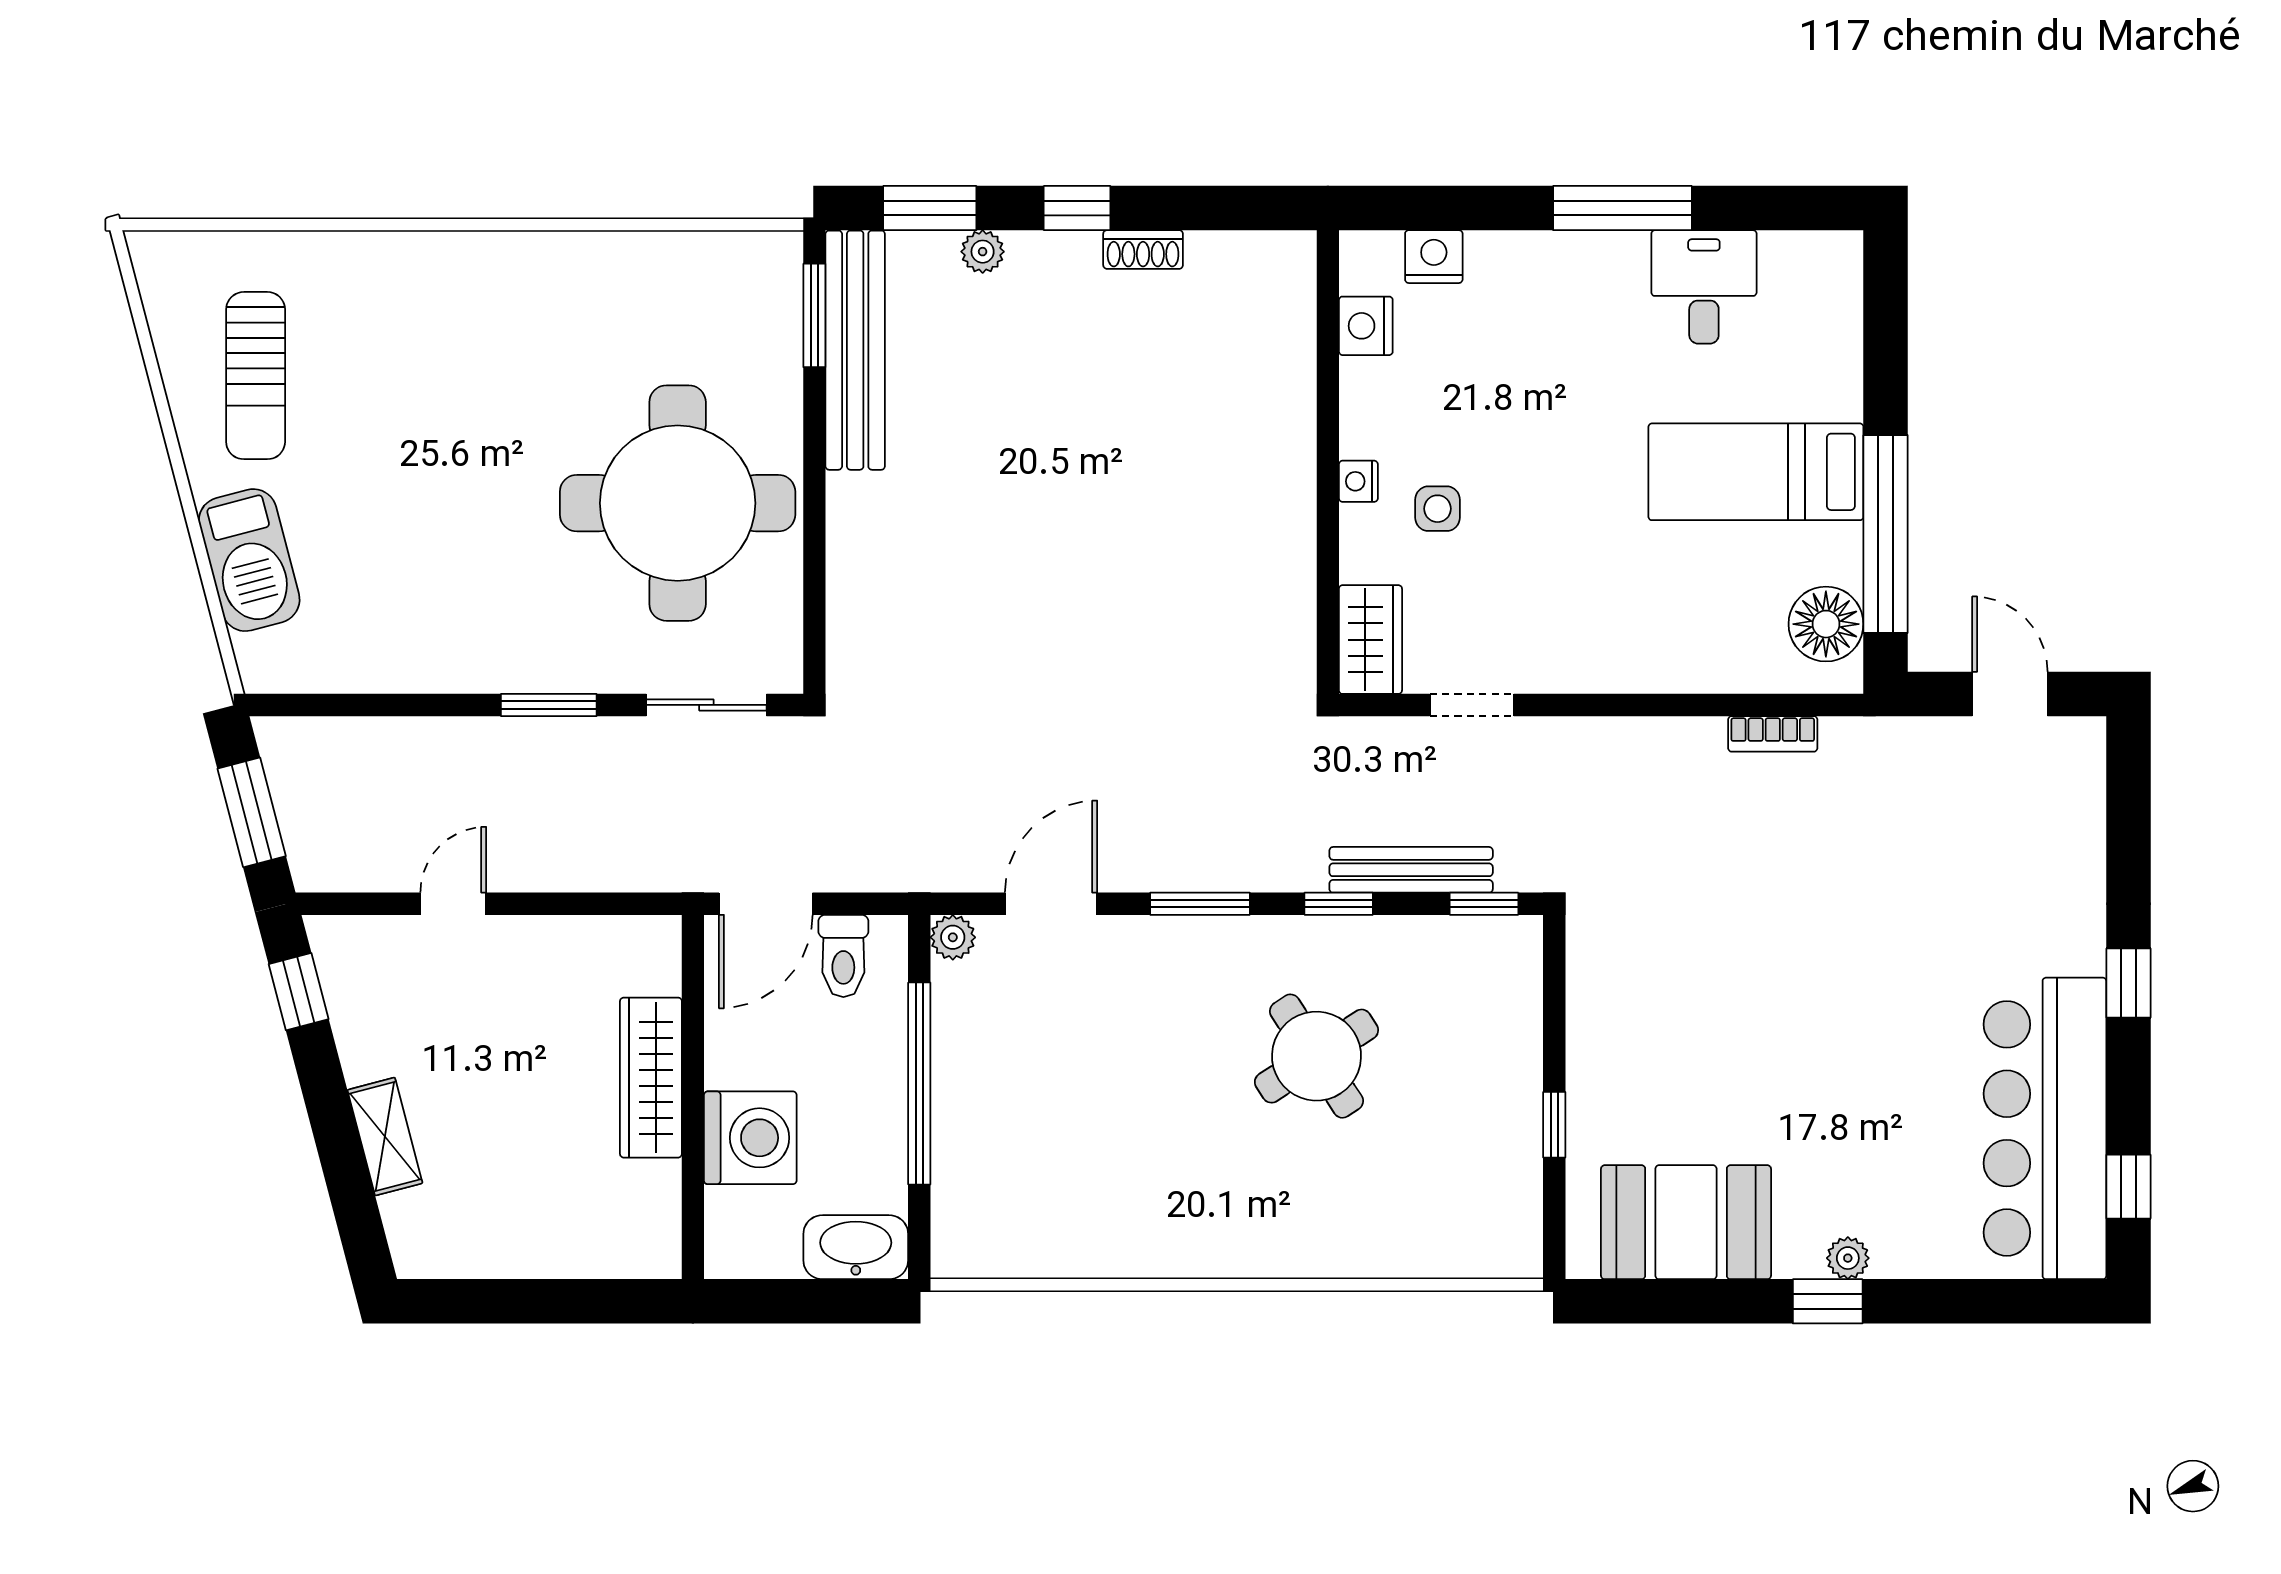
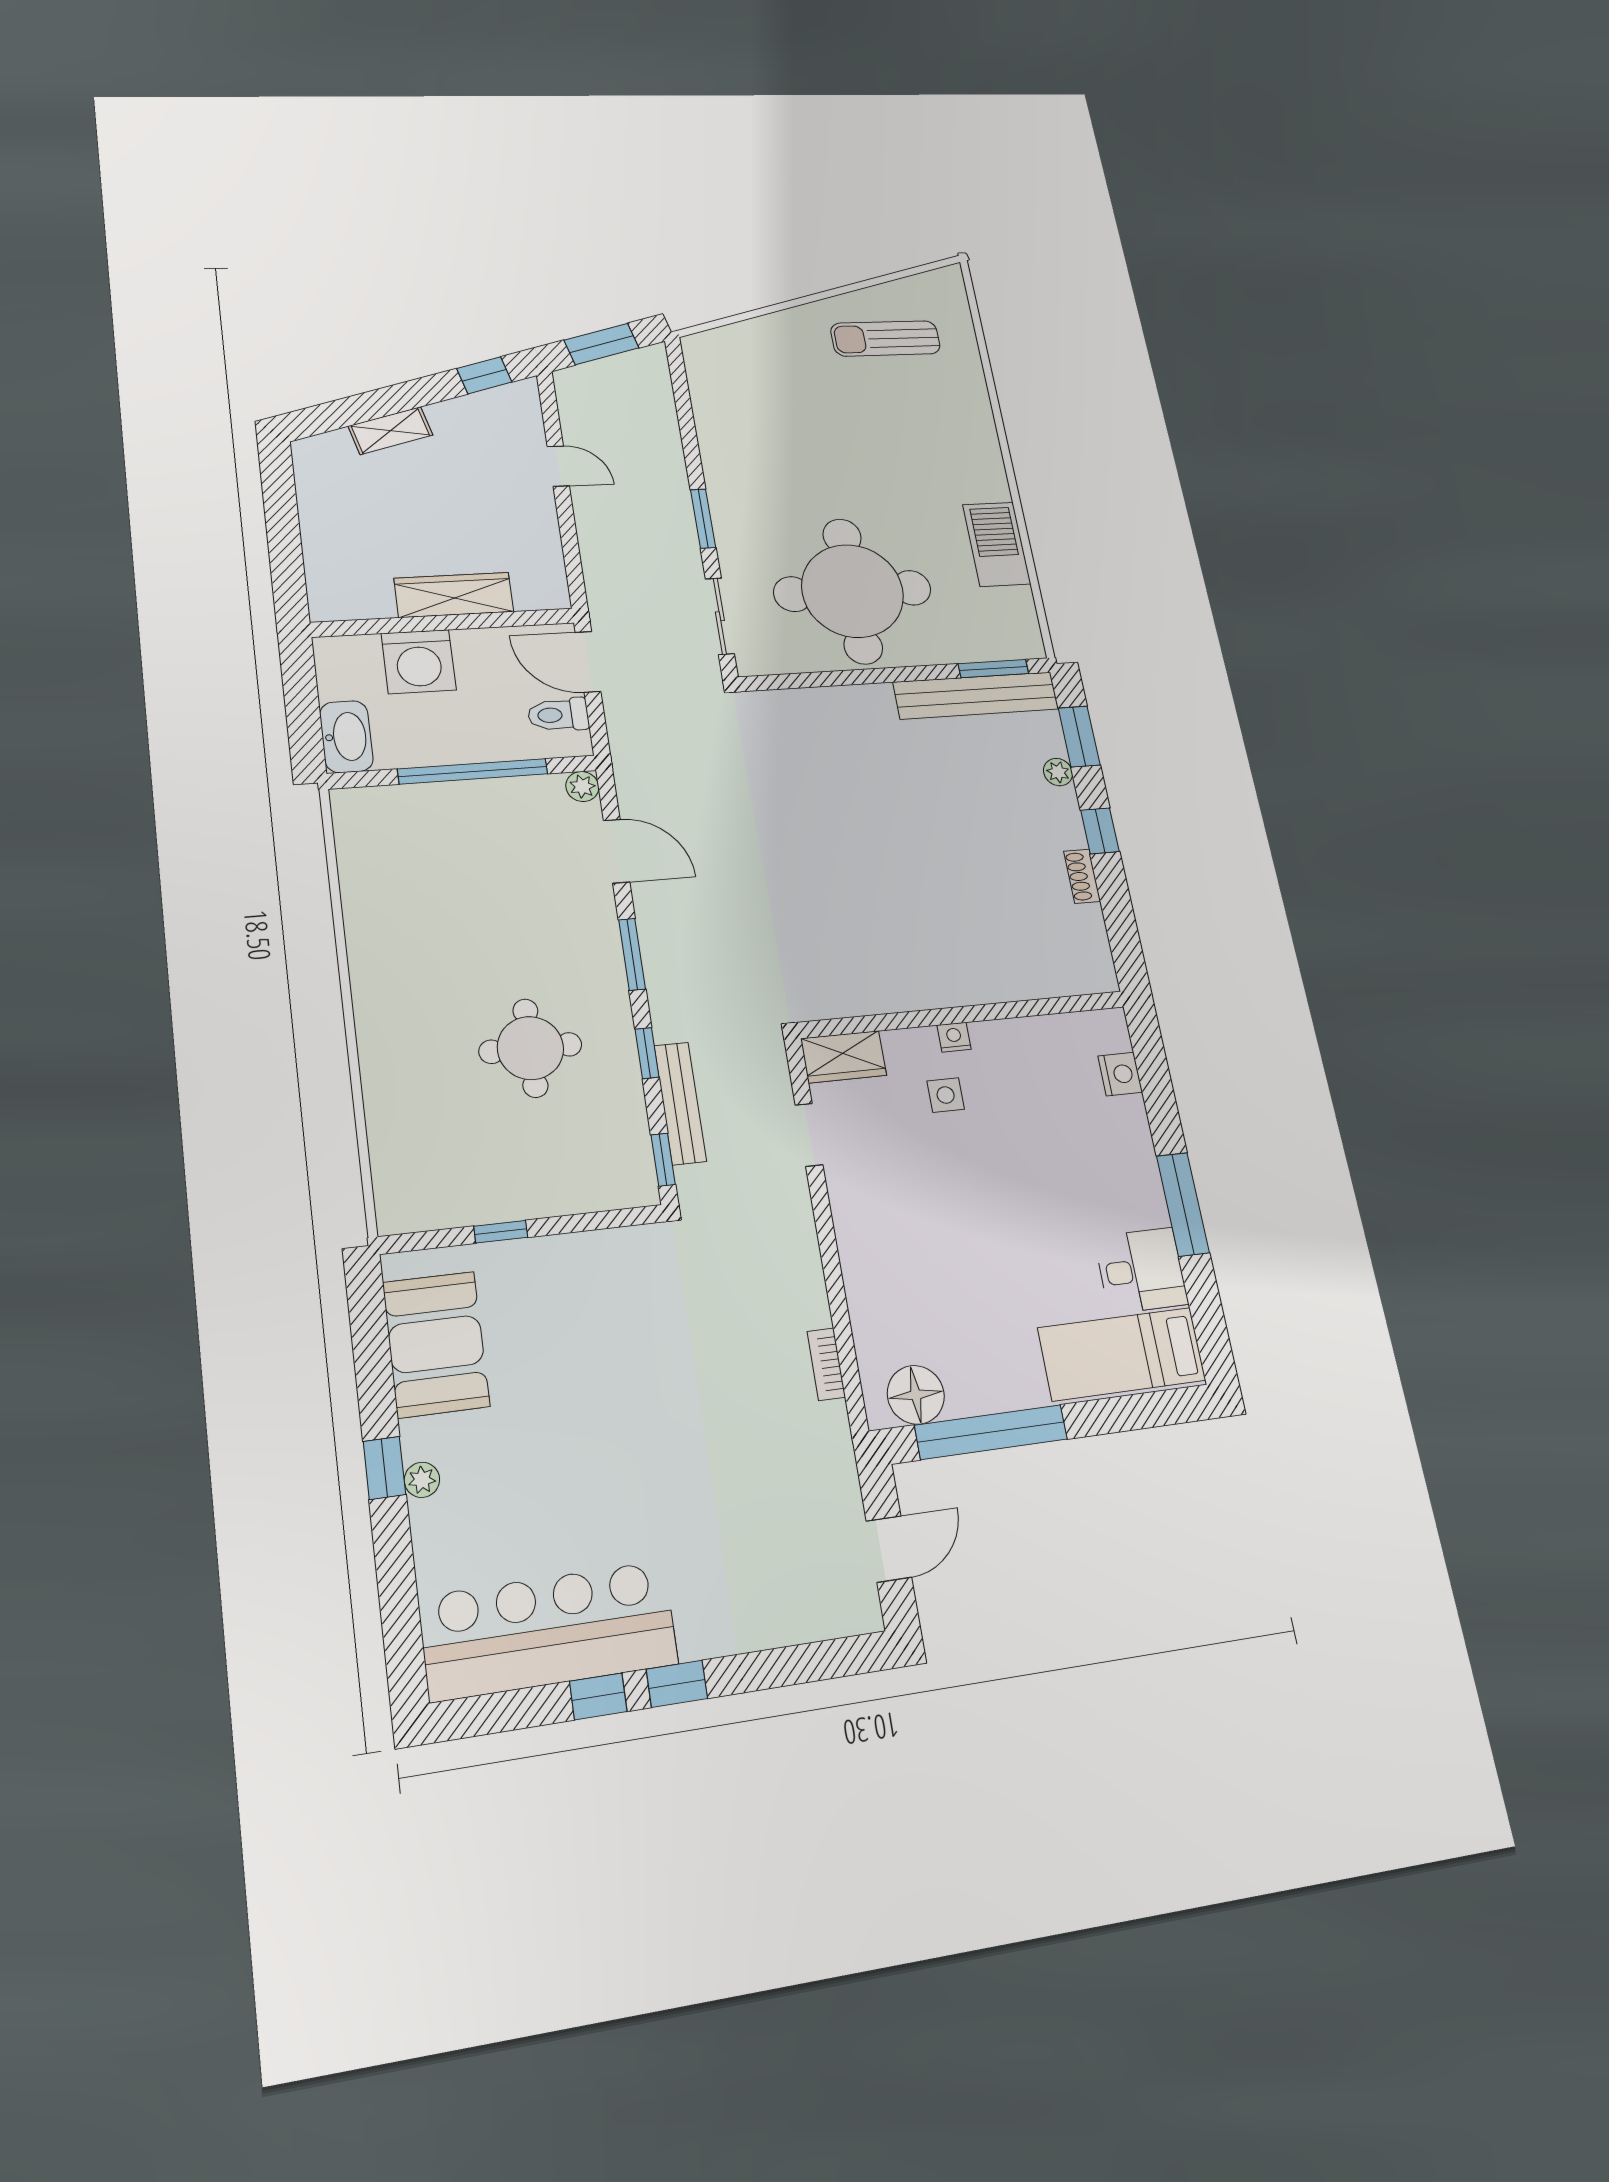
nightstand: (1366, 326) -> (1063, 1032), removed
bed: (1756, 472) -> (1122, 1354), moved, turned -90
barbecue: (249, 560) -> (997, 544), moved, turned 105
round table: (1316, 1056) -> (530, 1048), turned 33
window: (2128, 1187) -> (598, 1696), moved

